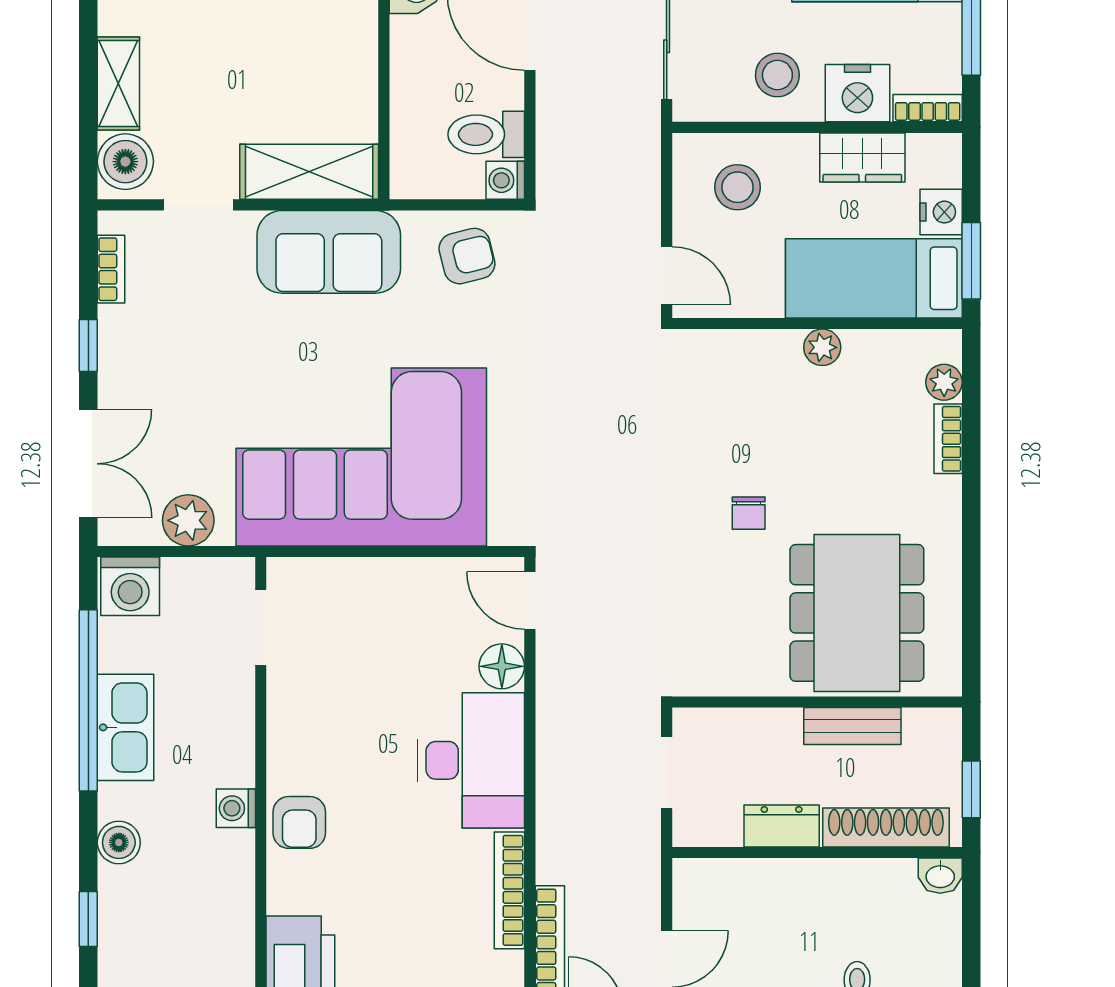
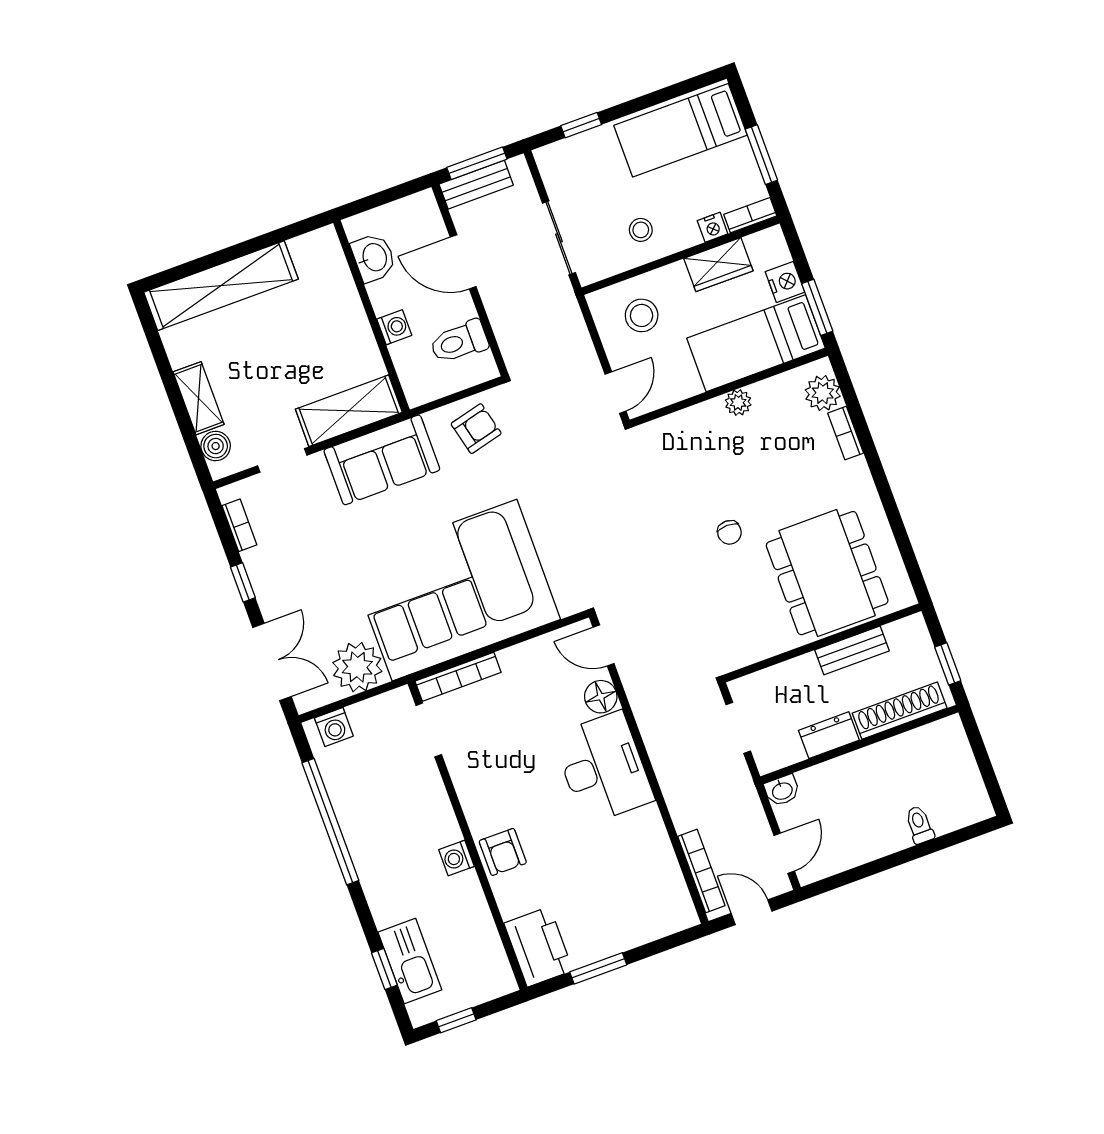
stool: (777, 75) -> (641, 230), width x0.73, depth x0.73
nightstand: (857, 93) -> (713, 227), width x0.53, depth x0.56
boiler: (125, 162) -> (216, 446), width x0.73, depth x0.73
washing machine: (505, 180) -> (394, 327), moved, turned 180
door: (667, 276) -> (616, 393), hinge flipped
plant: (944, 382) -> (823, 393), width x1.38, depth x1.38
plant: (188, 520) -> (357, 667), width x1.36, depth x1.36
washing machine: (130, 586) -> (334, 727), width x0.73, depth x0.73
kitchen sink: (125, 727) -> (410, 961), moved
boiler: (119, 842) -> (386, 910), removed
washbasin: (940, 876) -> (782, 790), moved
bookcase: (509, 890) -> (458, 677), moved, turned -90

